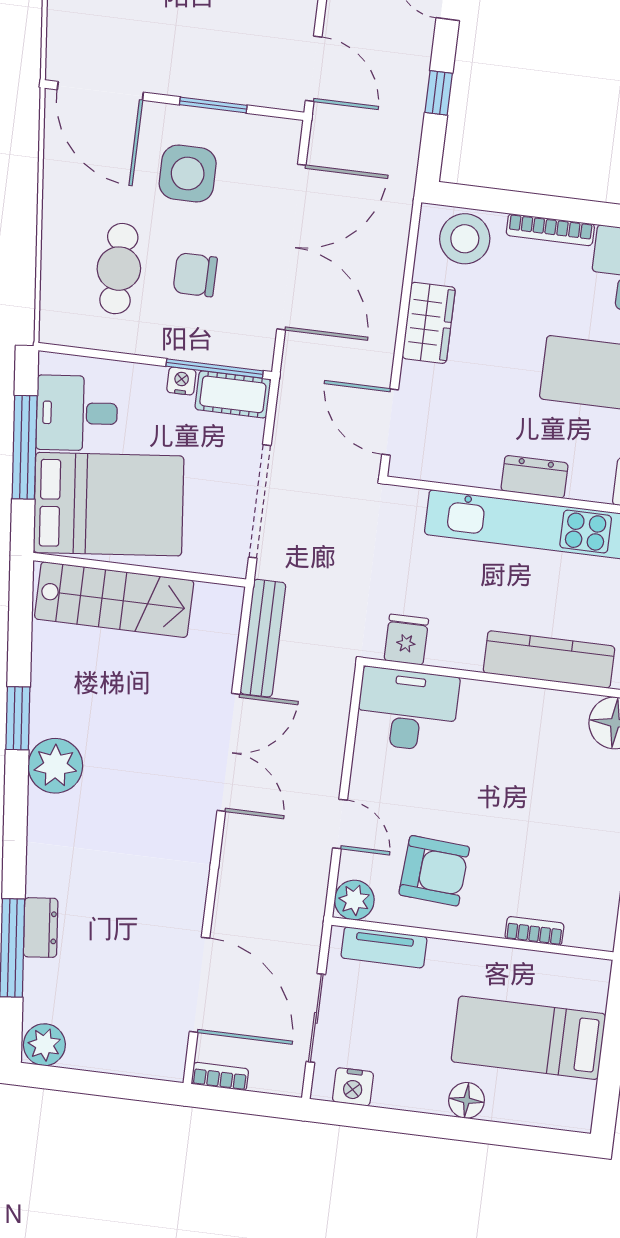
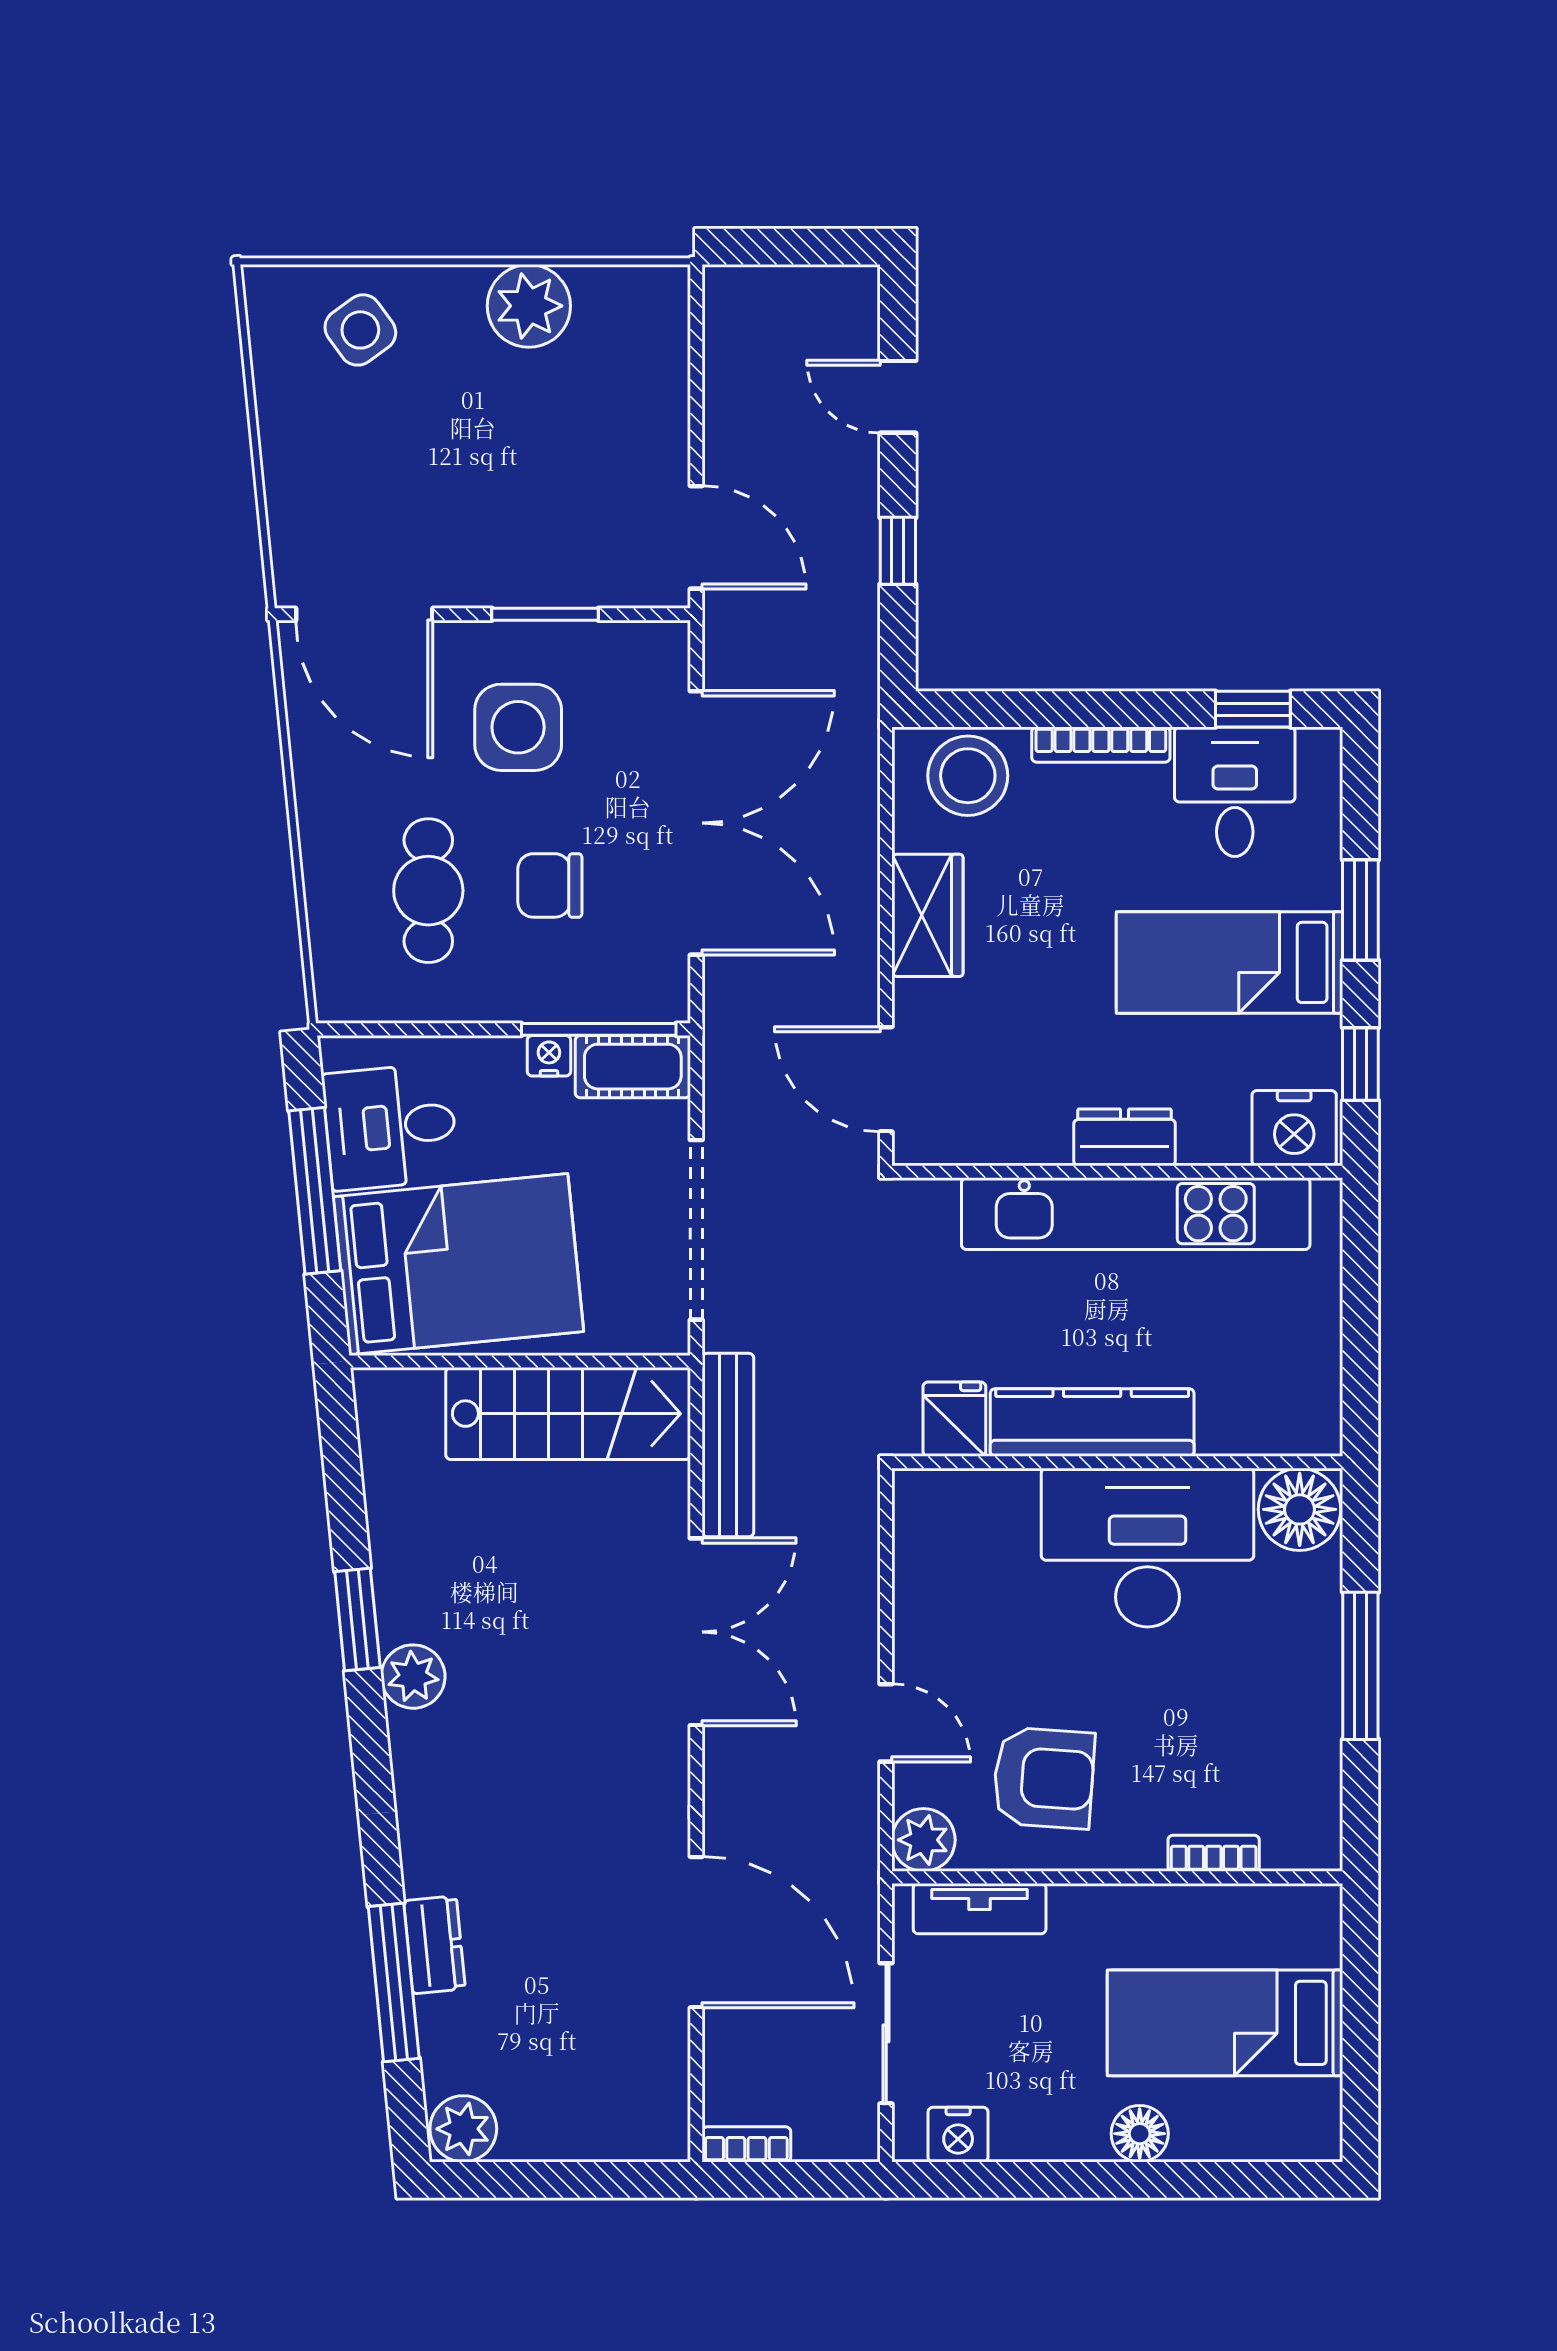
stairs: (114, 600) -> (568, 1414), moved
kitchen counter: (549, 659) -> (1092, 1422), moved
desk: (407, 710) -> (1147, 1548), moved, width x1.36, depth x1.30
plant: (55, 766) -> (413, 1677), width x0.73, depth x0.73
door: (200, 985) -> (696, 1932), moved

